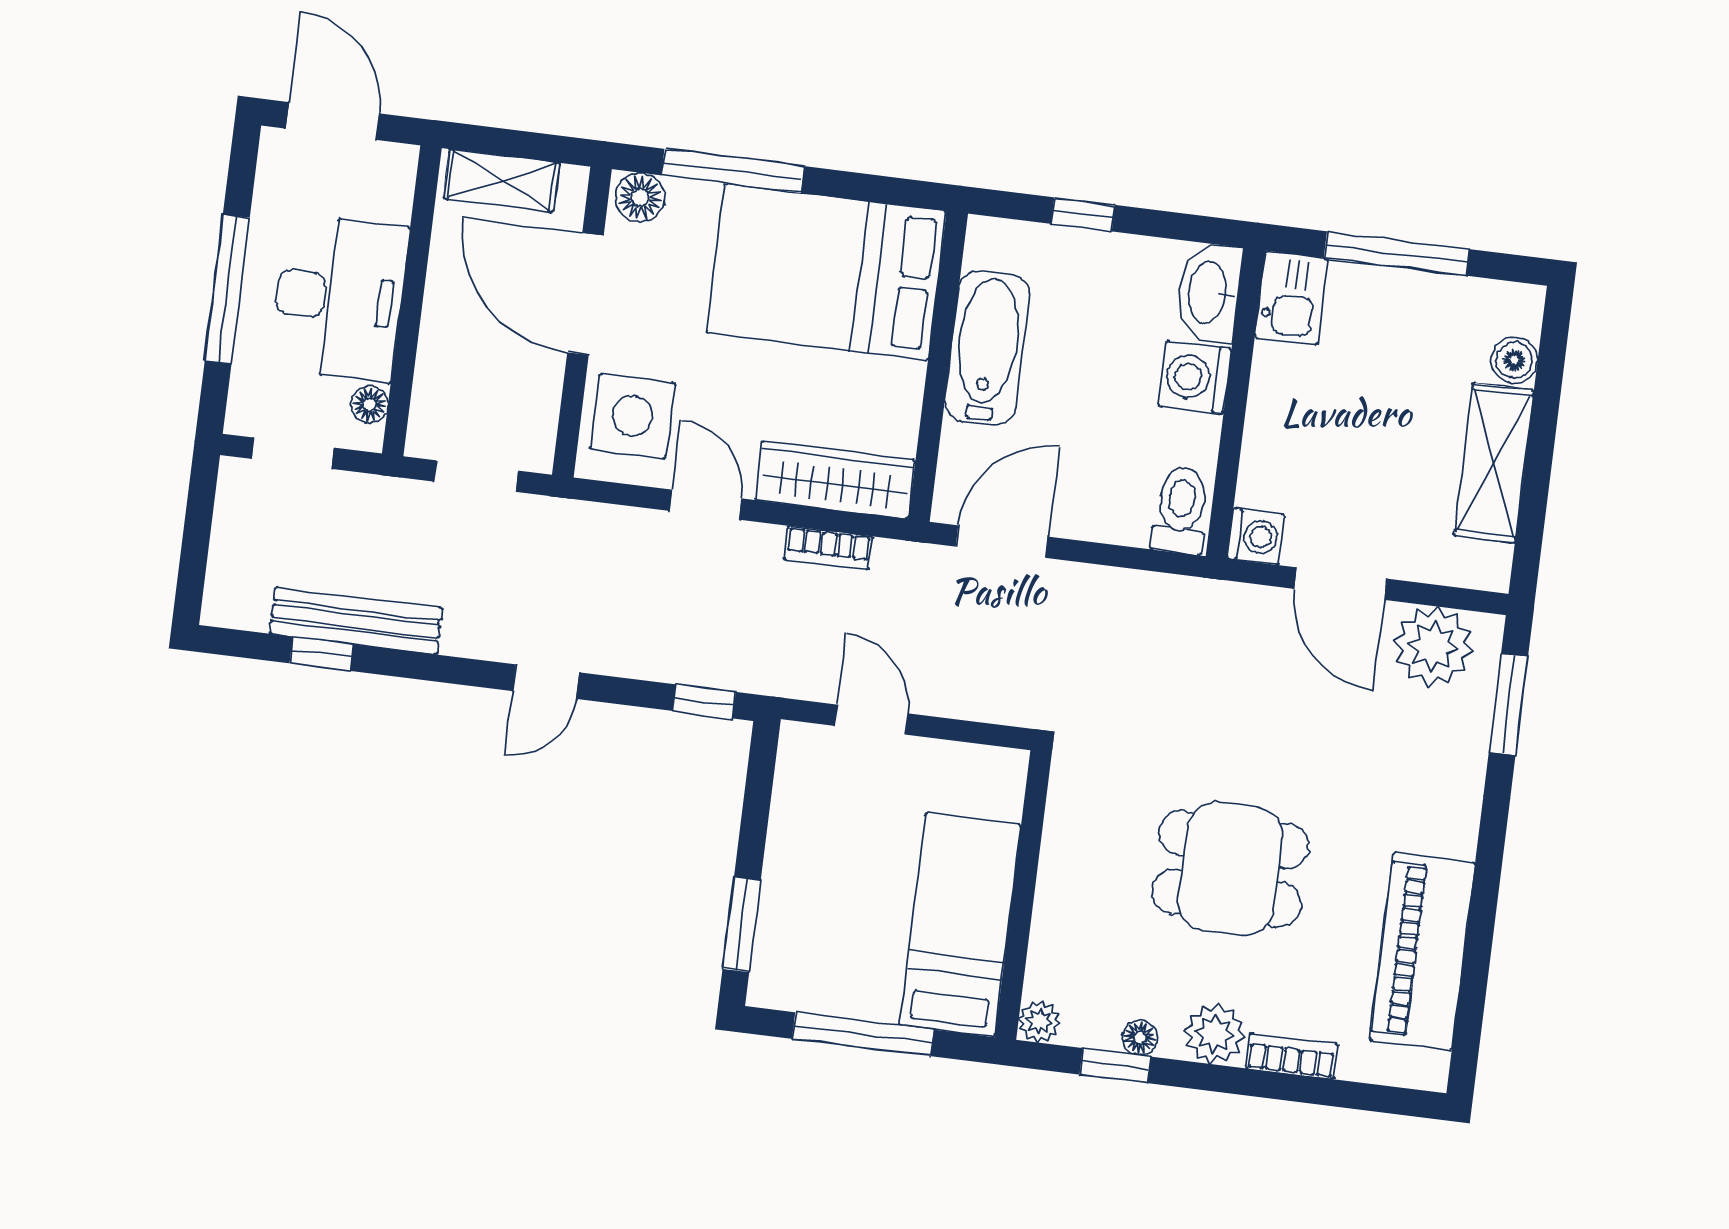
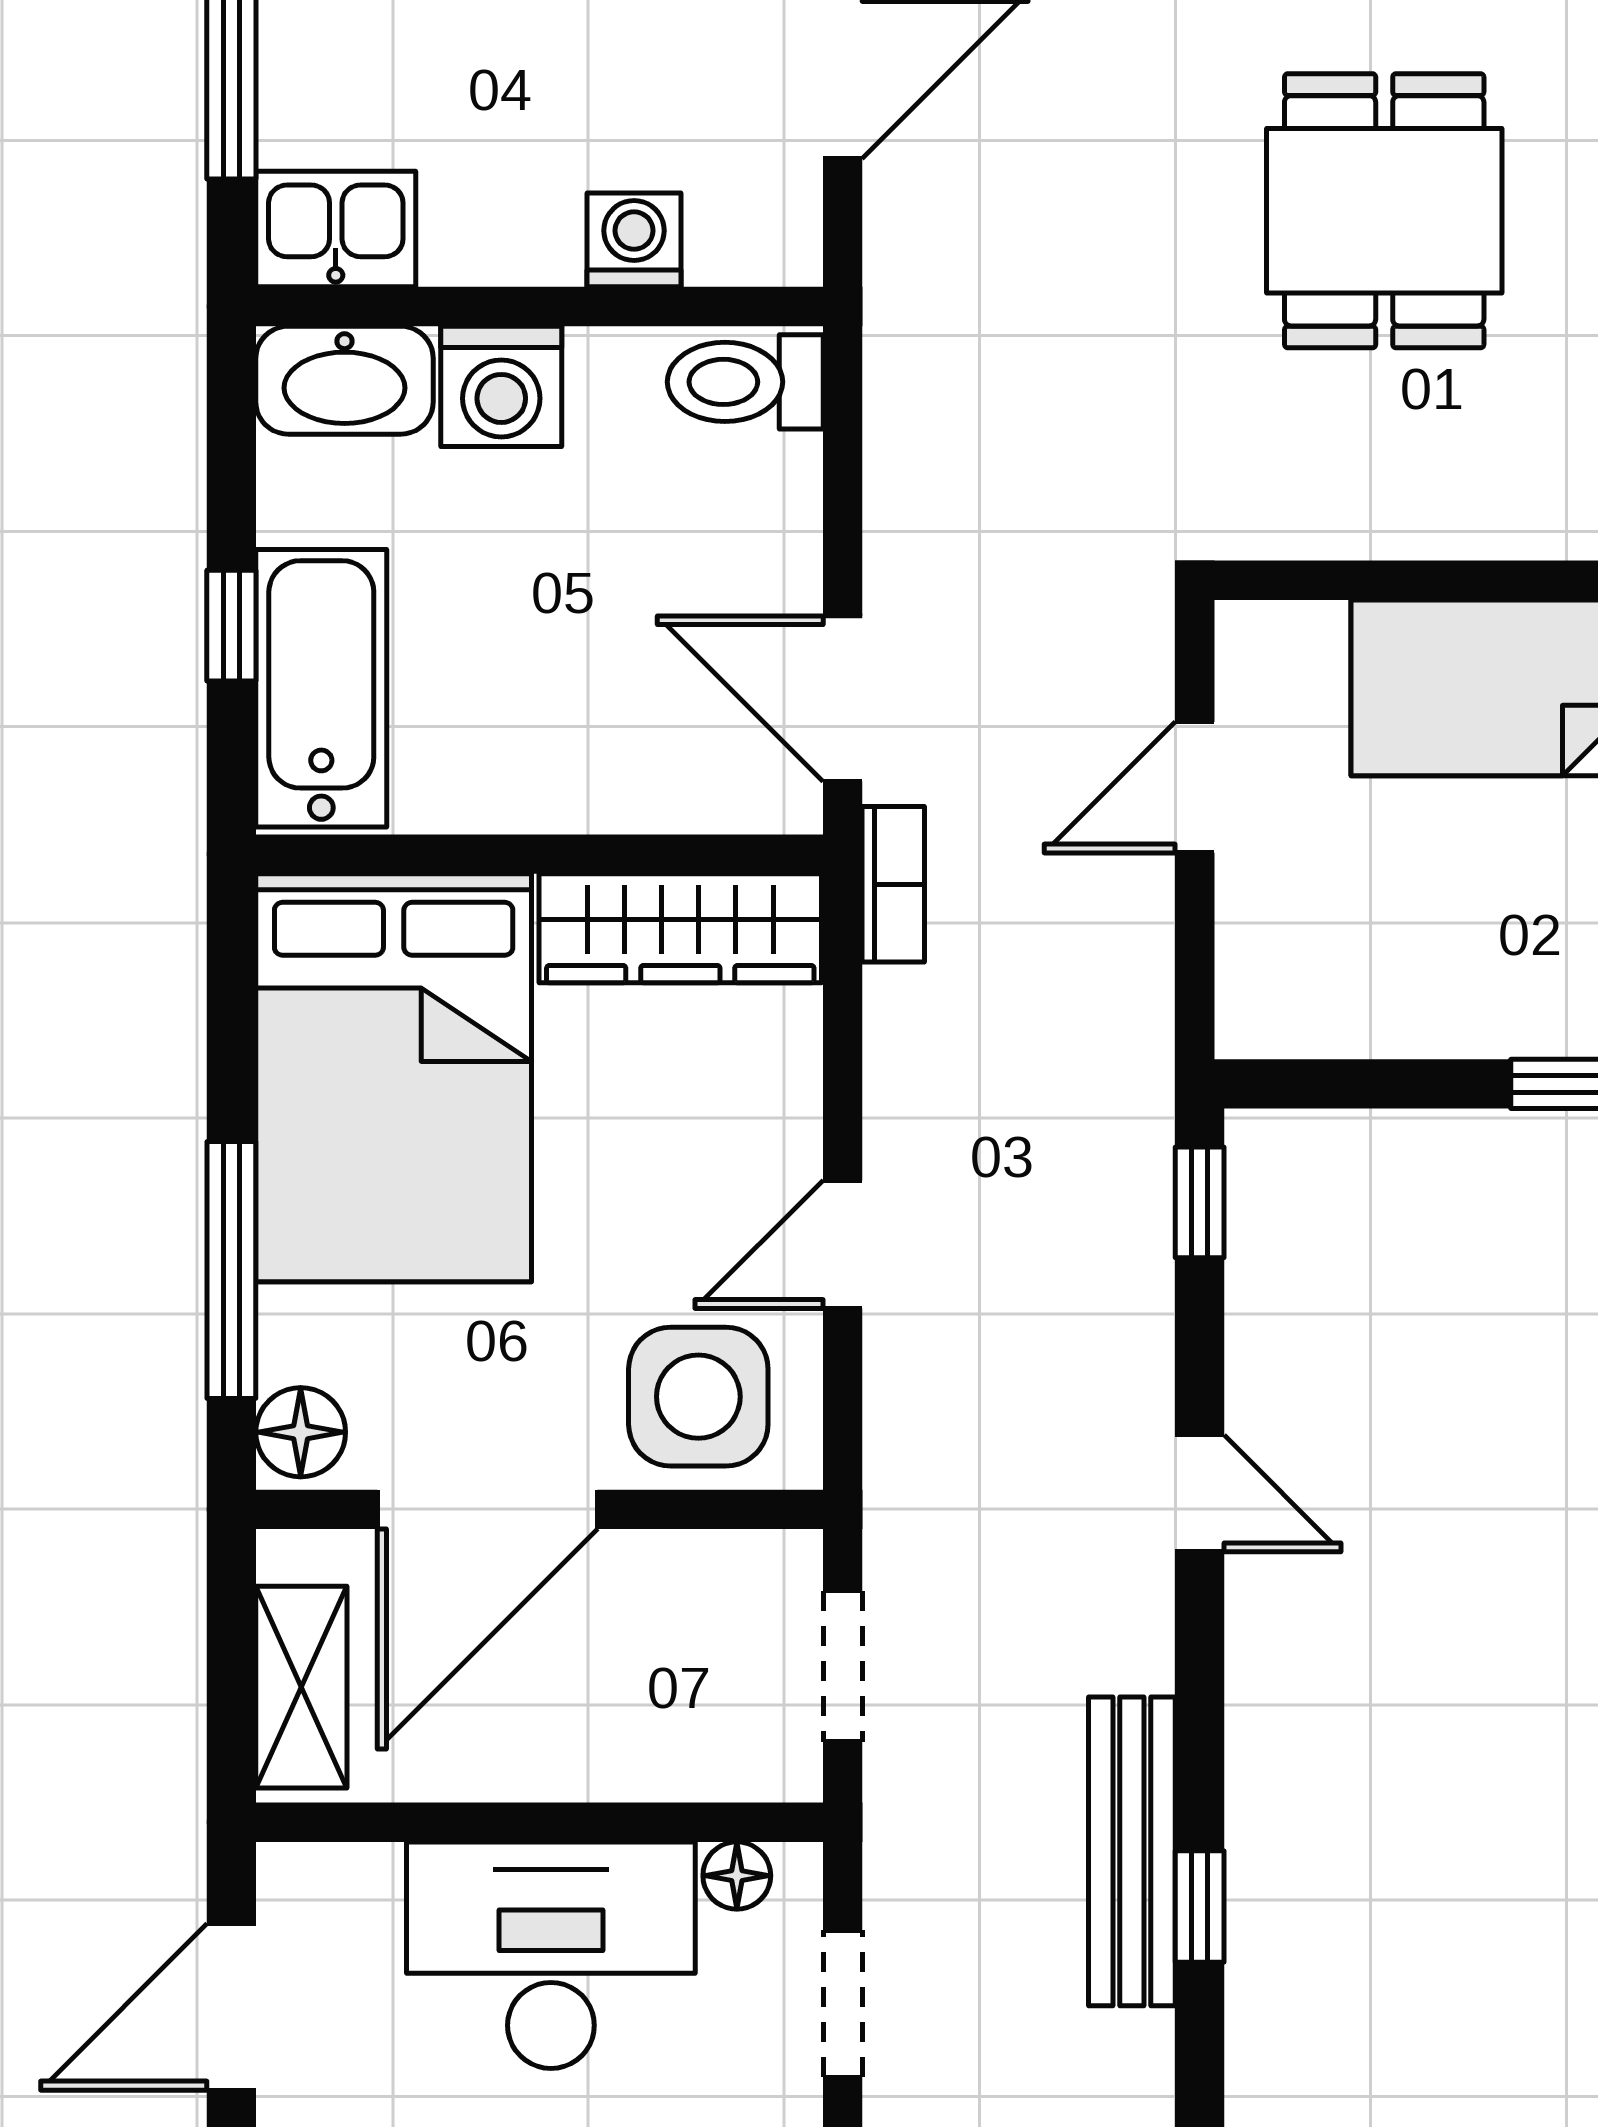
bathtub: (987, 348) -> (321, 688), moved, turned 90
wardrobe: (835, 480) -> (680, 928), moved, turned -90
washing machine: (1256, 536) -> (634, 240), moved
bookcase: (828, 548) -> (893, 884), moved
door: (871, 720) -> (1195, 787), moved

